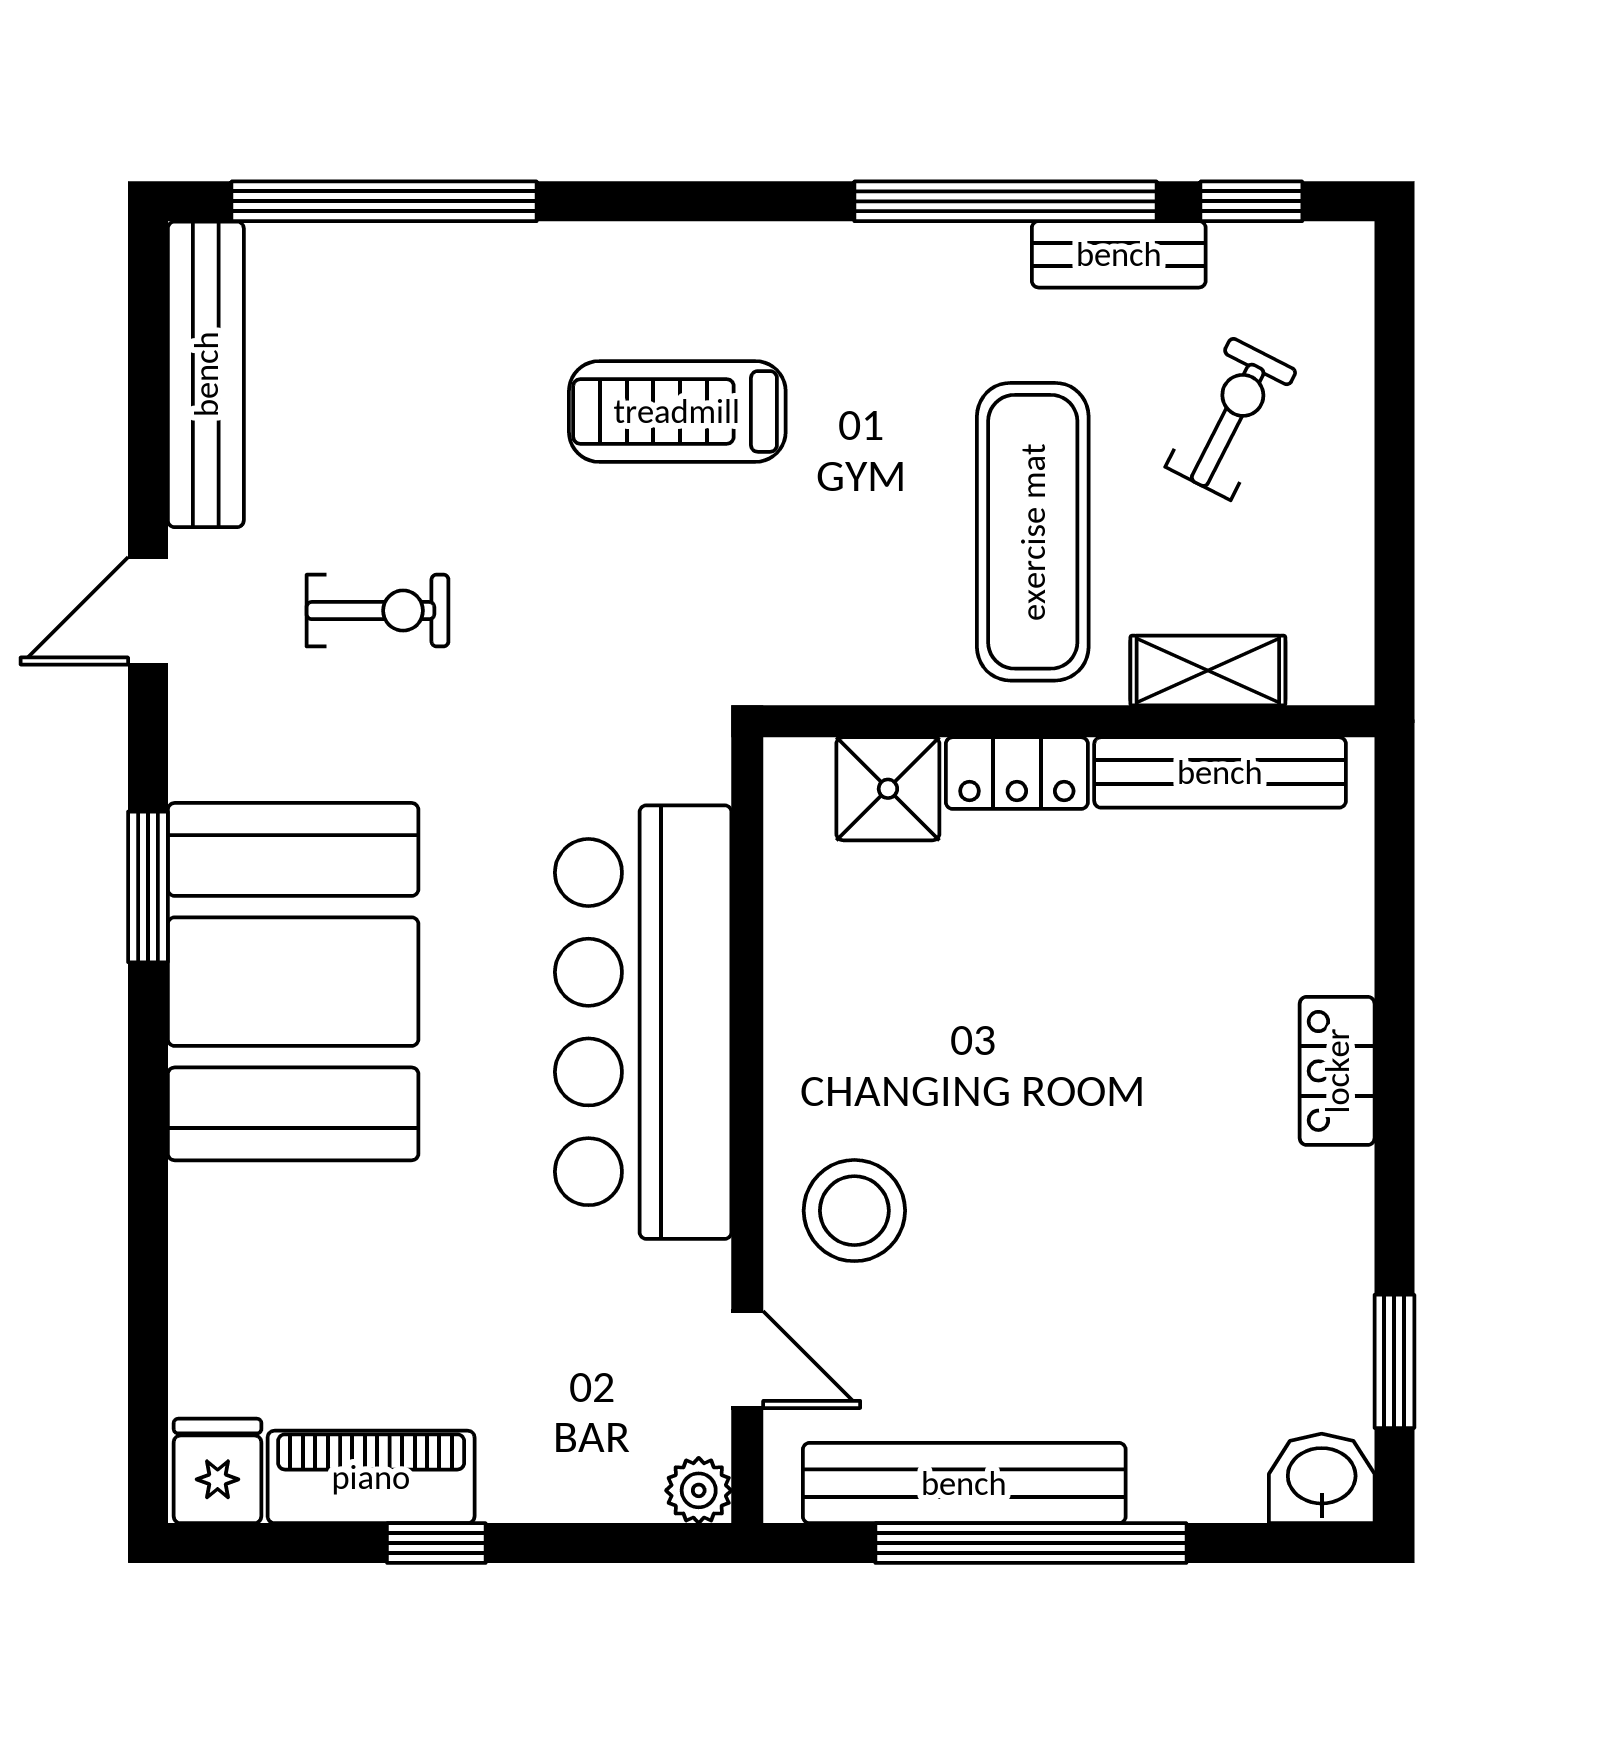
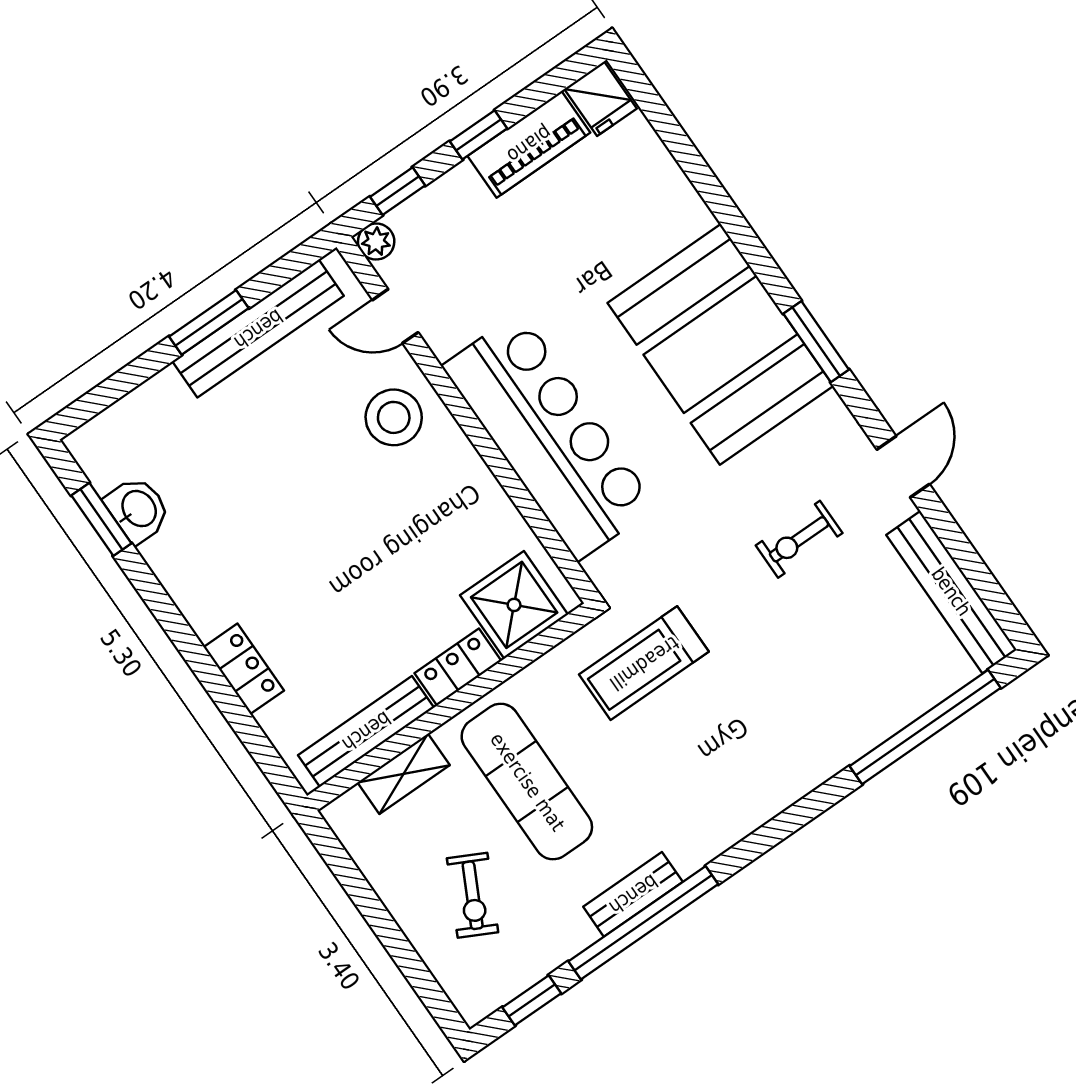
bench: (1119, 254) -> (633, 894), moved
treadmill: (677, 411) -> (644, 663), moved, turned 180
shower: (888, 789) -> (514, 605), width x1.36, depth x1.36
locker: (1337, 1071) -> (244, 669), moved
washbasin: (1322, 1478) -> (138, 509), moved, turned -90
window: (615, 1543) -> (398, 191), added
window: (1031, 1543) -> (209, 322), width x0.47

